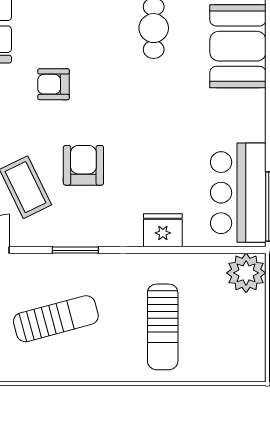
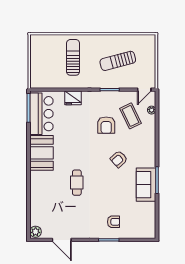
booth: (238, 46) -> (42, 153), moved
armchair: (54, 84) -> (119, 159), turned 138
plant: (246, 273) -> (38, 80), removed

